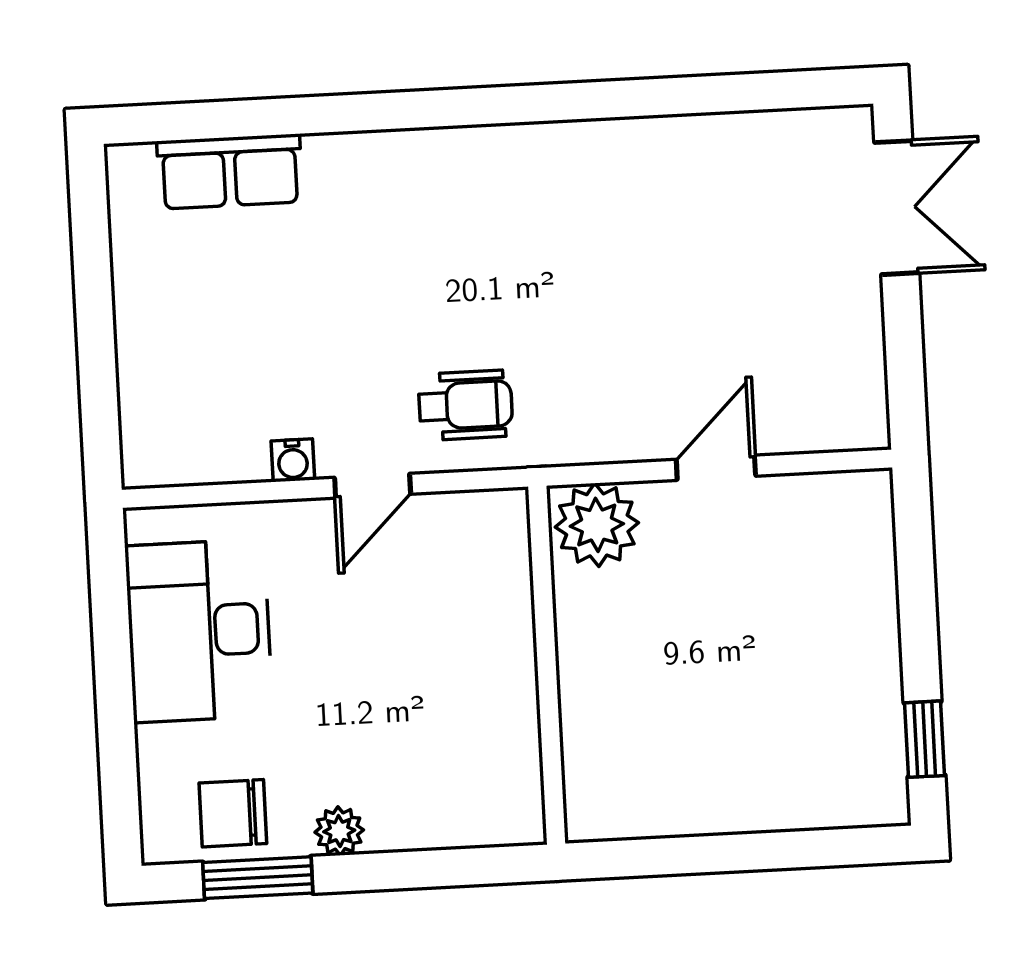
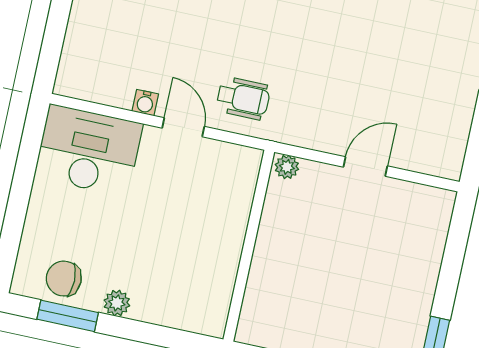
door: (373, 486) -> (183, 127), swing flipped
plant: (597, 525) -> (287, 167), width x0.53, depth x0.53
desk: (199, 631) -> (89, 150), moved, turned 90

